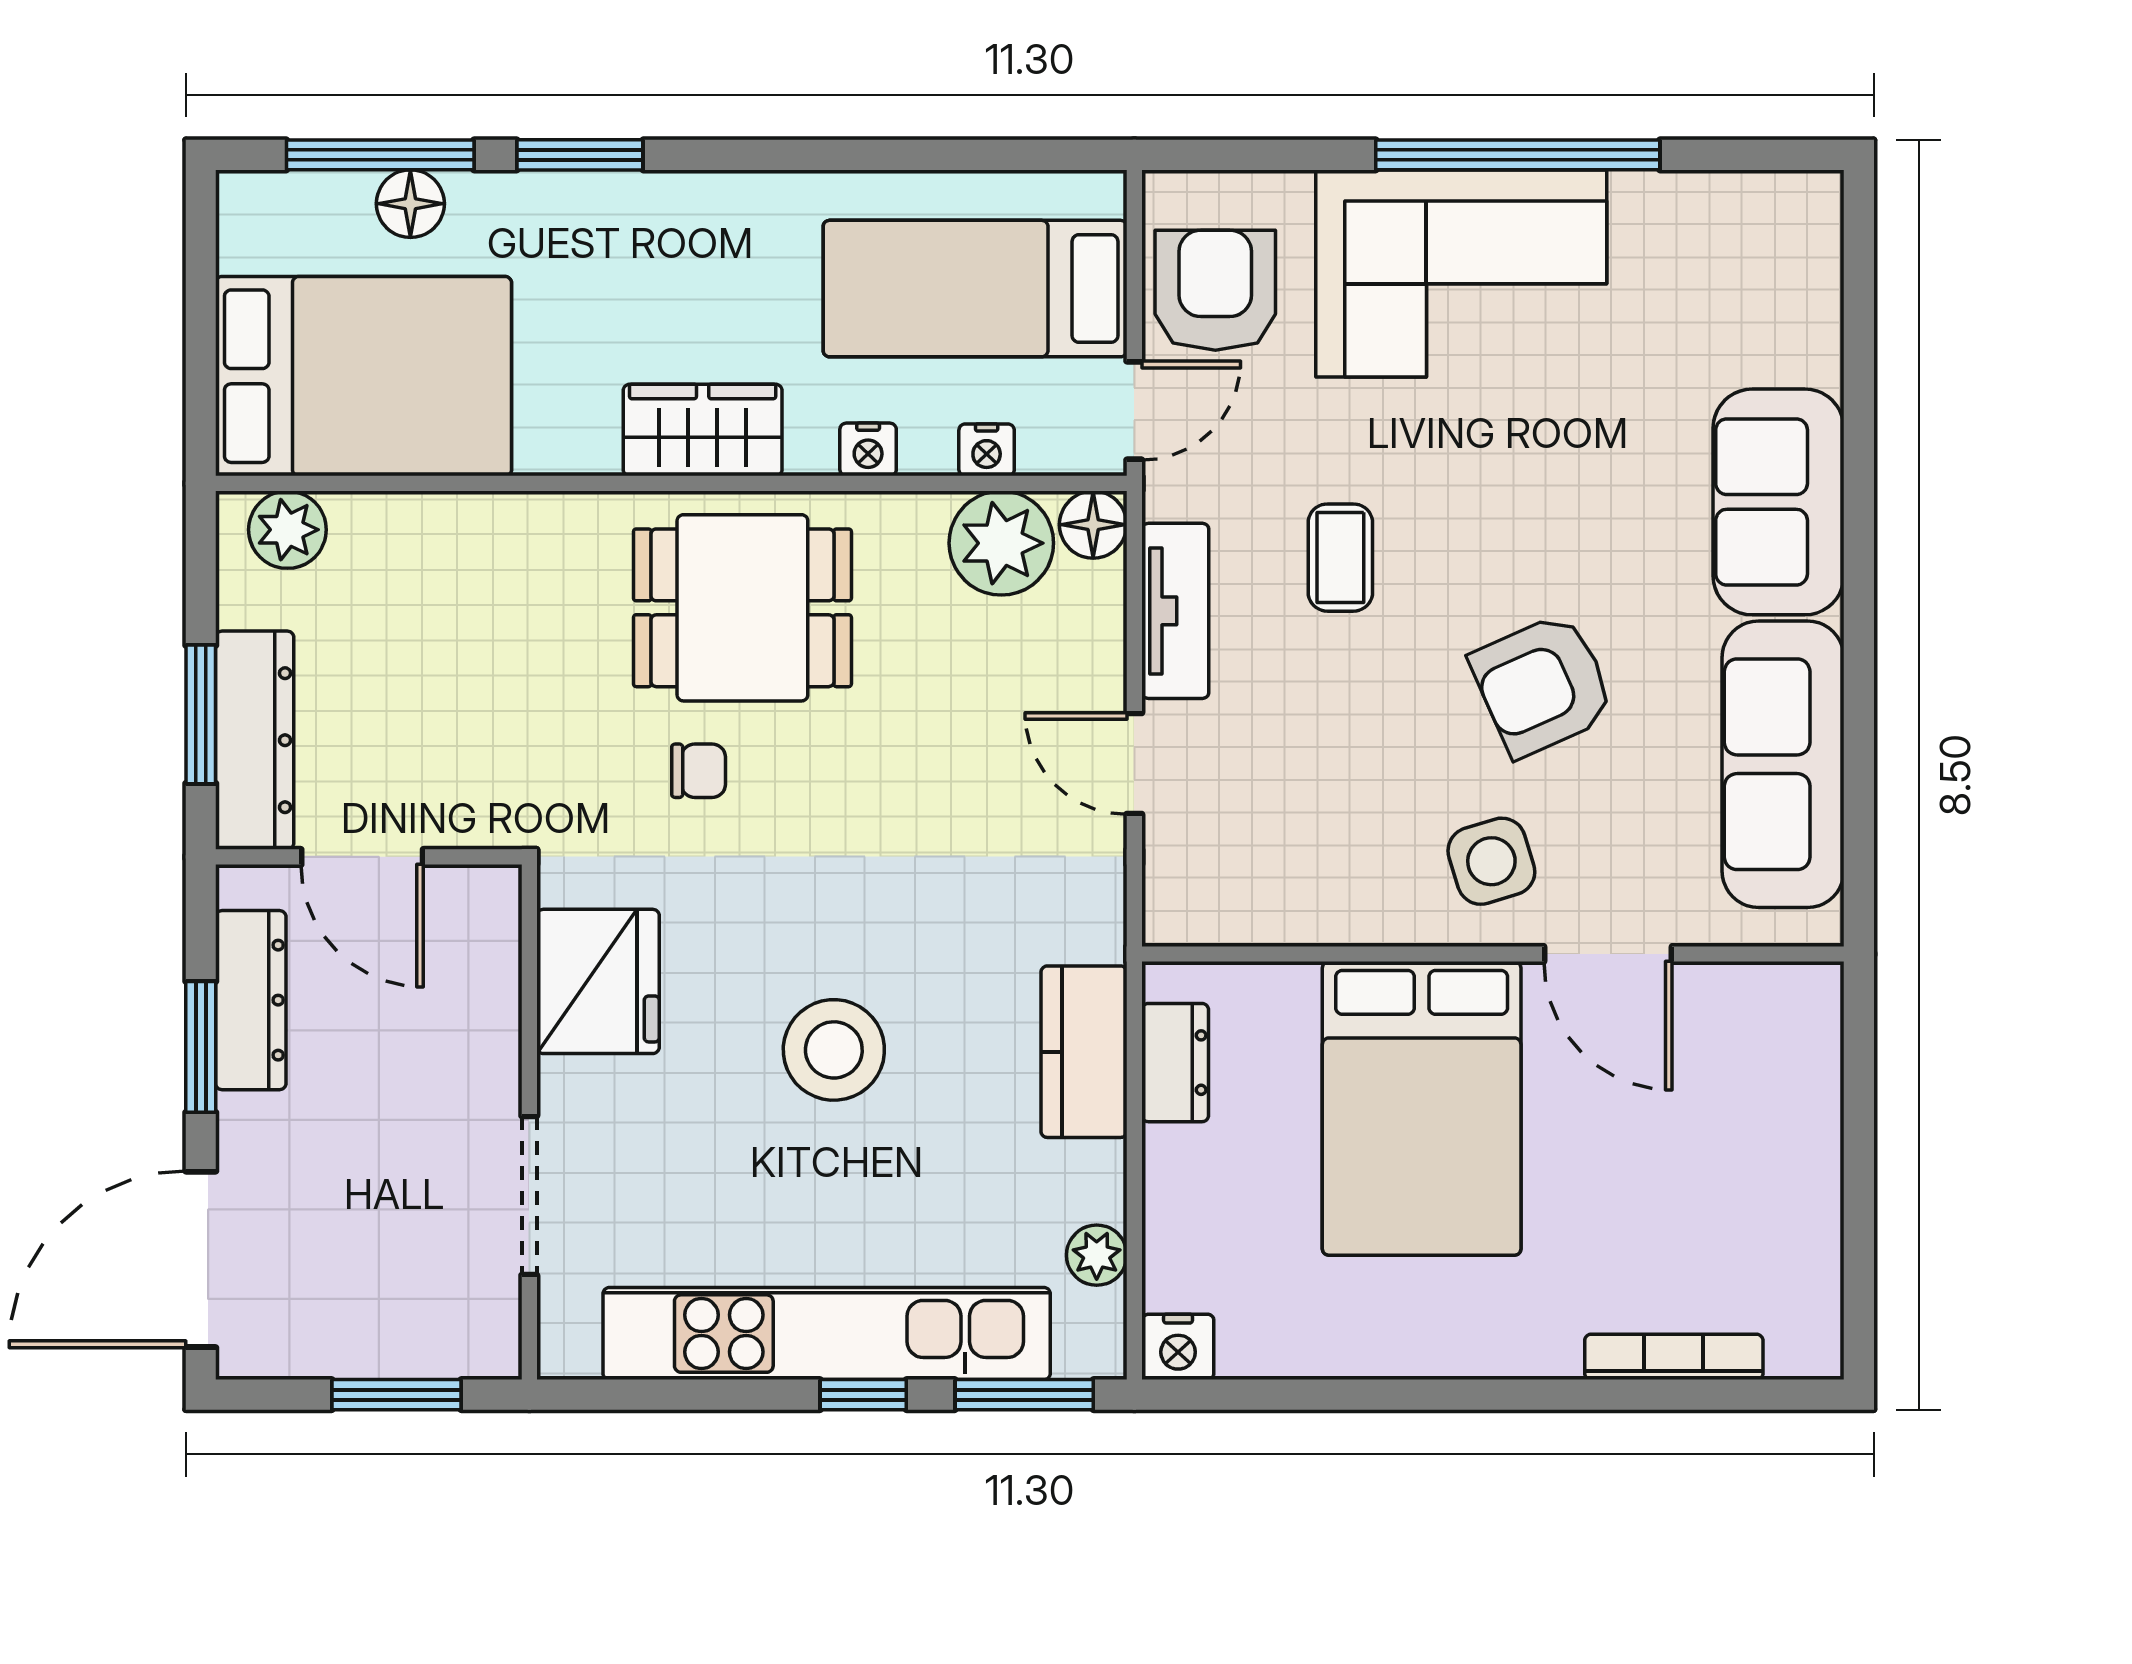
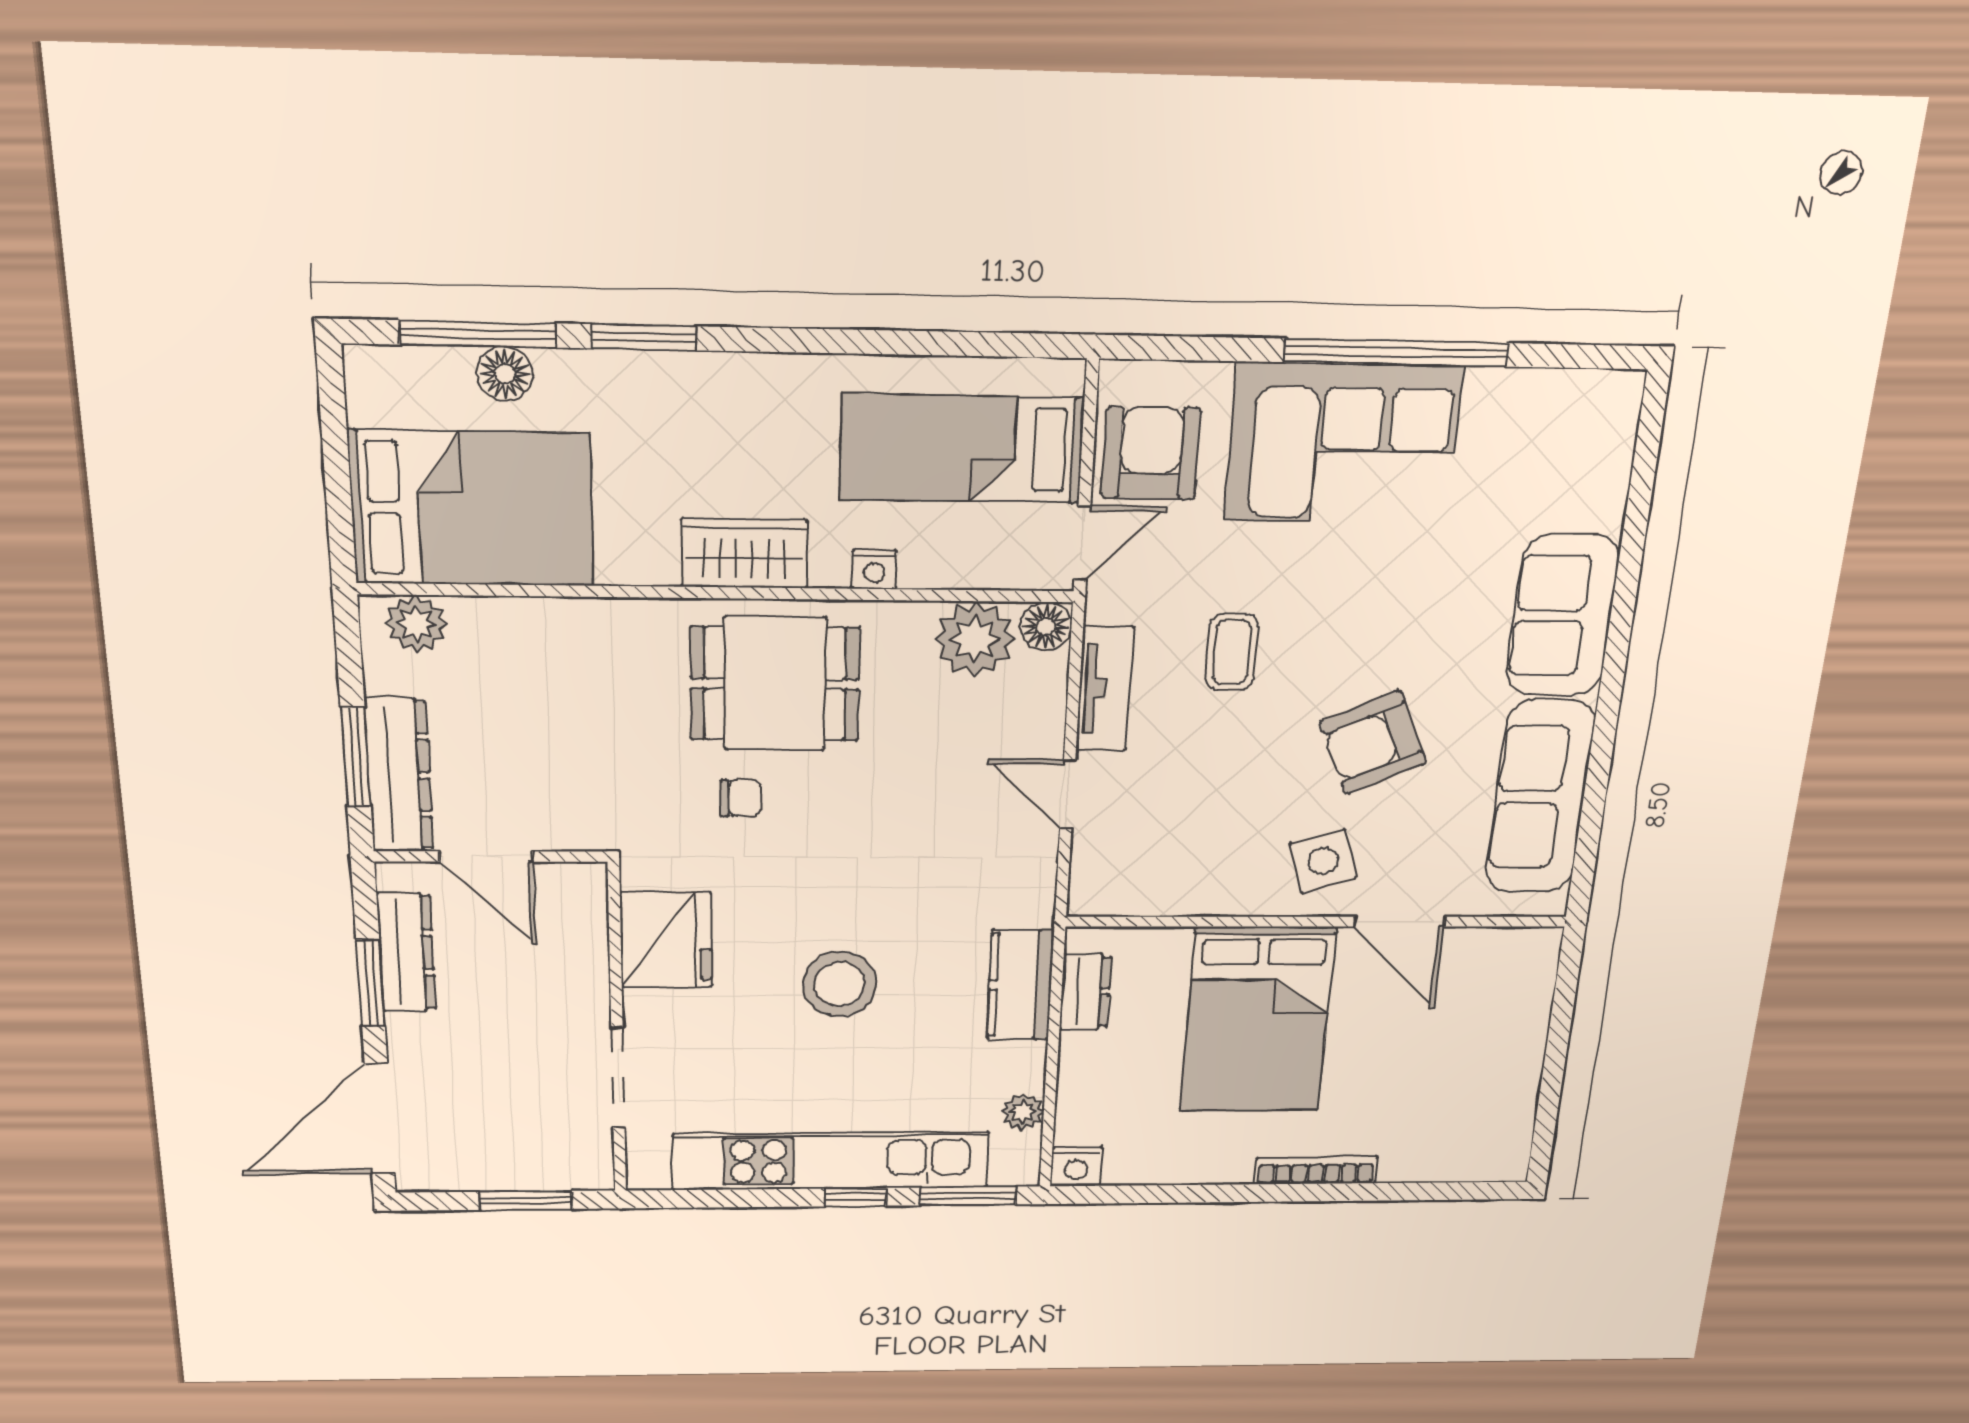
nightstand: (987, 450) -> (966, 571), removed
bookcase: (1674, 1357) -> (1316, 1170), moved

